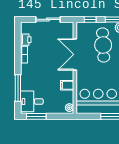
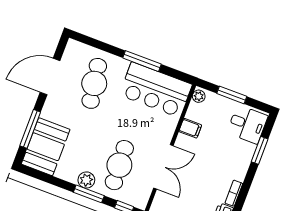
window: (18, 88) -> (260, 150), width x0.69
window: (36, 116) -> (232, 95), moved

